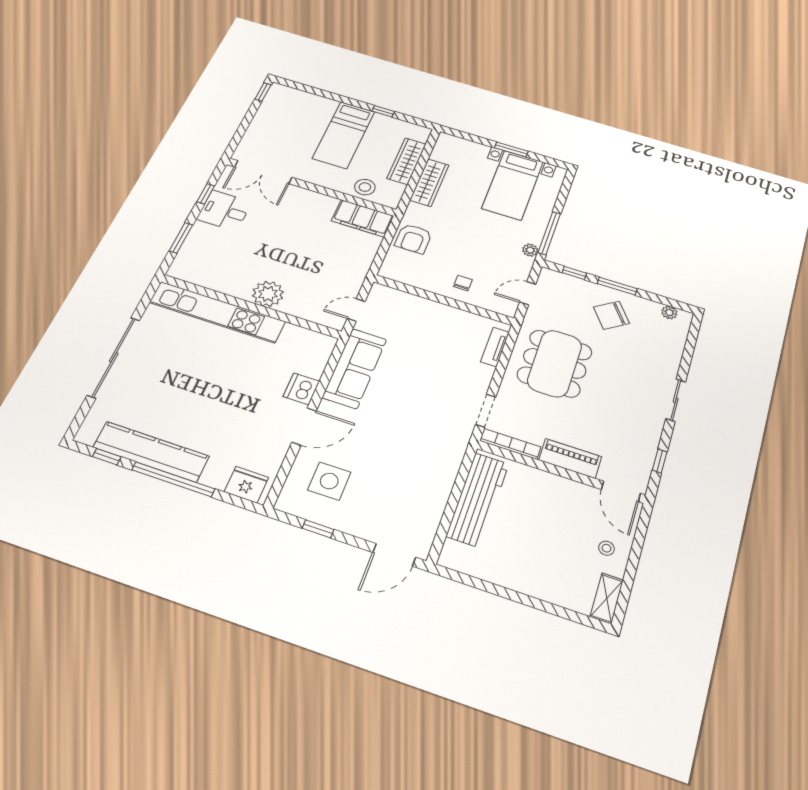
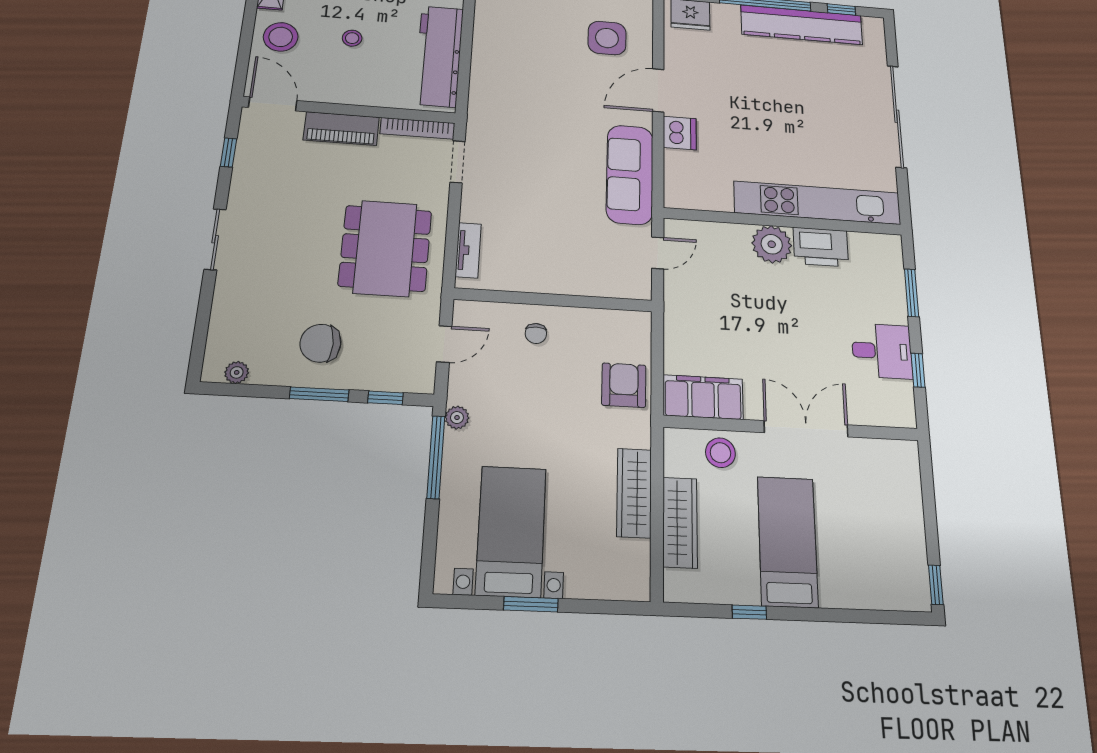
double door: (263, 172) -> (806, 429), moved
printer: (232, 283) -> (821, 247), added
chair: (611, 315) -> (320, 343), turned -144
stool: (547, 533) -> (352, 38), added
stool: (606, 548) -> (281, 37), width x1.89, depth x1.89

